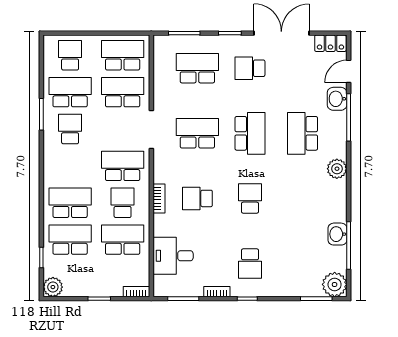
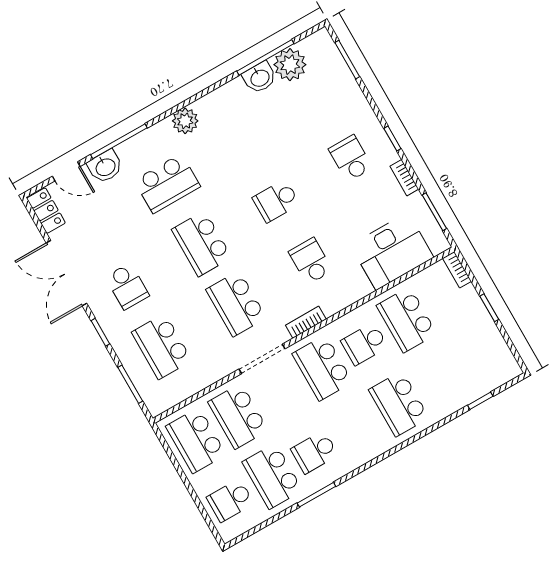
school desk: (250, 133) -> (202, 244), turned -90
bookcase: (159, 198) -> (306, 322), moved
school desk: (197, 198) -> (311, 261), turned 180
school desk: (70, 240) -> (441, 380), removed
desk: (173, 256) -> (392, 251), width x1.37
school desk: (250, 264) -> (351, 158), turned -90
plant: (335, 284) -> (290, 65), moved
plant: (53, 287) -> (506, 368), removed

